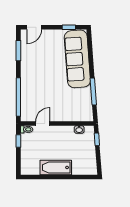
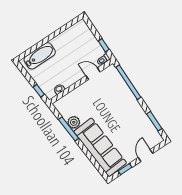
door: (34, 27) -> (146, 155), moved
plant: (85, 94) -> (74, 122), added
door: (43, 123) -> (93, 74), swing flipped
bathtub: (56, 167) -> (40, 56), moved

